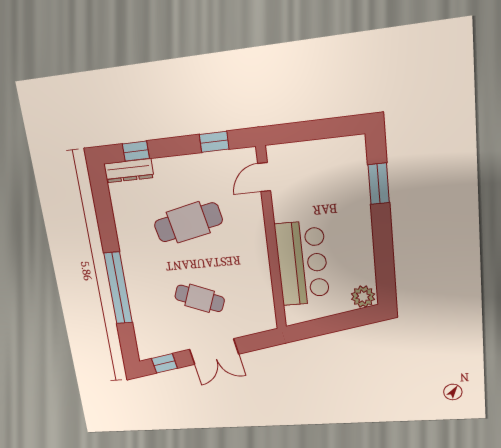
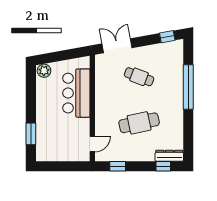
double door: (214, 352) -> (117, 46), moved

